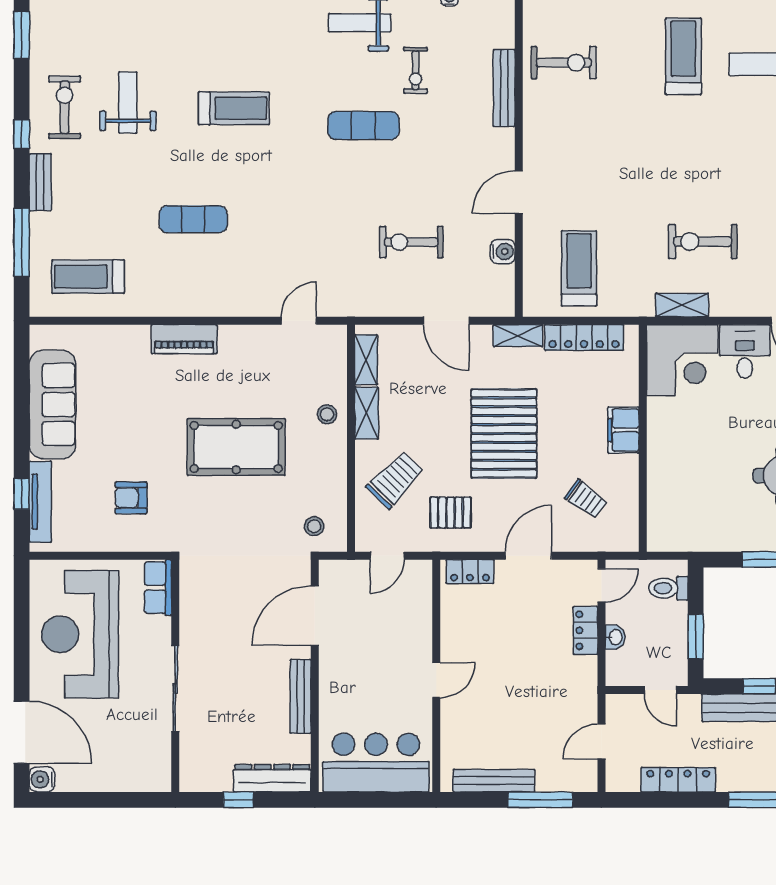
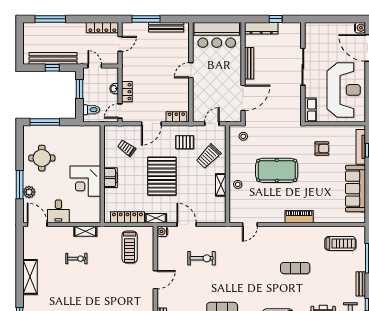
exercise bike: (703, 241) -> (76, 259), width x0.73, depth x0.72
water cooler: (503, 252) -> (162, 231), moved
shelving: (366, 360) -> (221, 208), removed
corner desk: (682, 360) -> (85, 181), moved, turned -90
locker: (678, 780) -> (102, 28), moved

